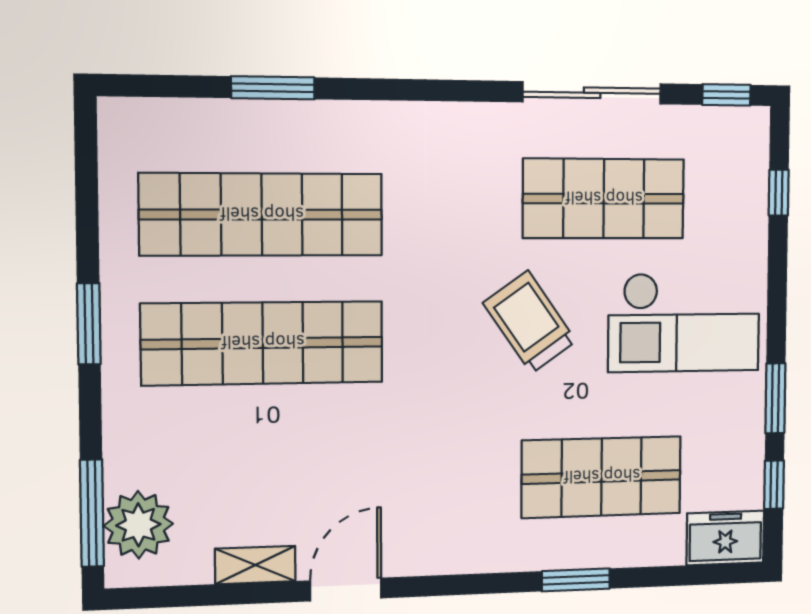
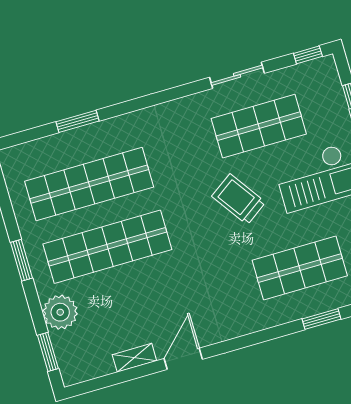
sliding door: (592, 93) -> (237, 75), width x0.73
window: (92, 513) -> (48, 352), width x0.69
plant: (138, 525) -> (60, 312), moved
window: (576, 580) -> (322, 319), moved

